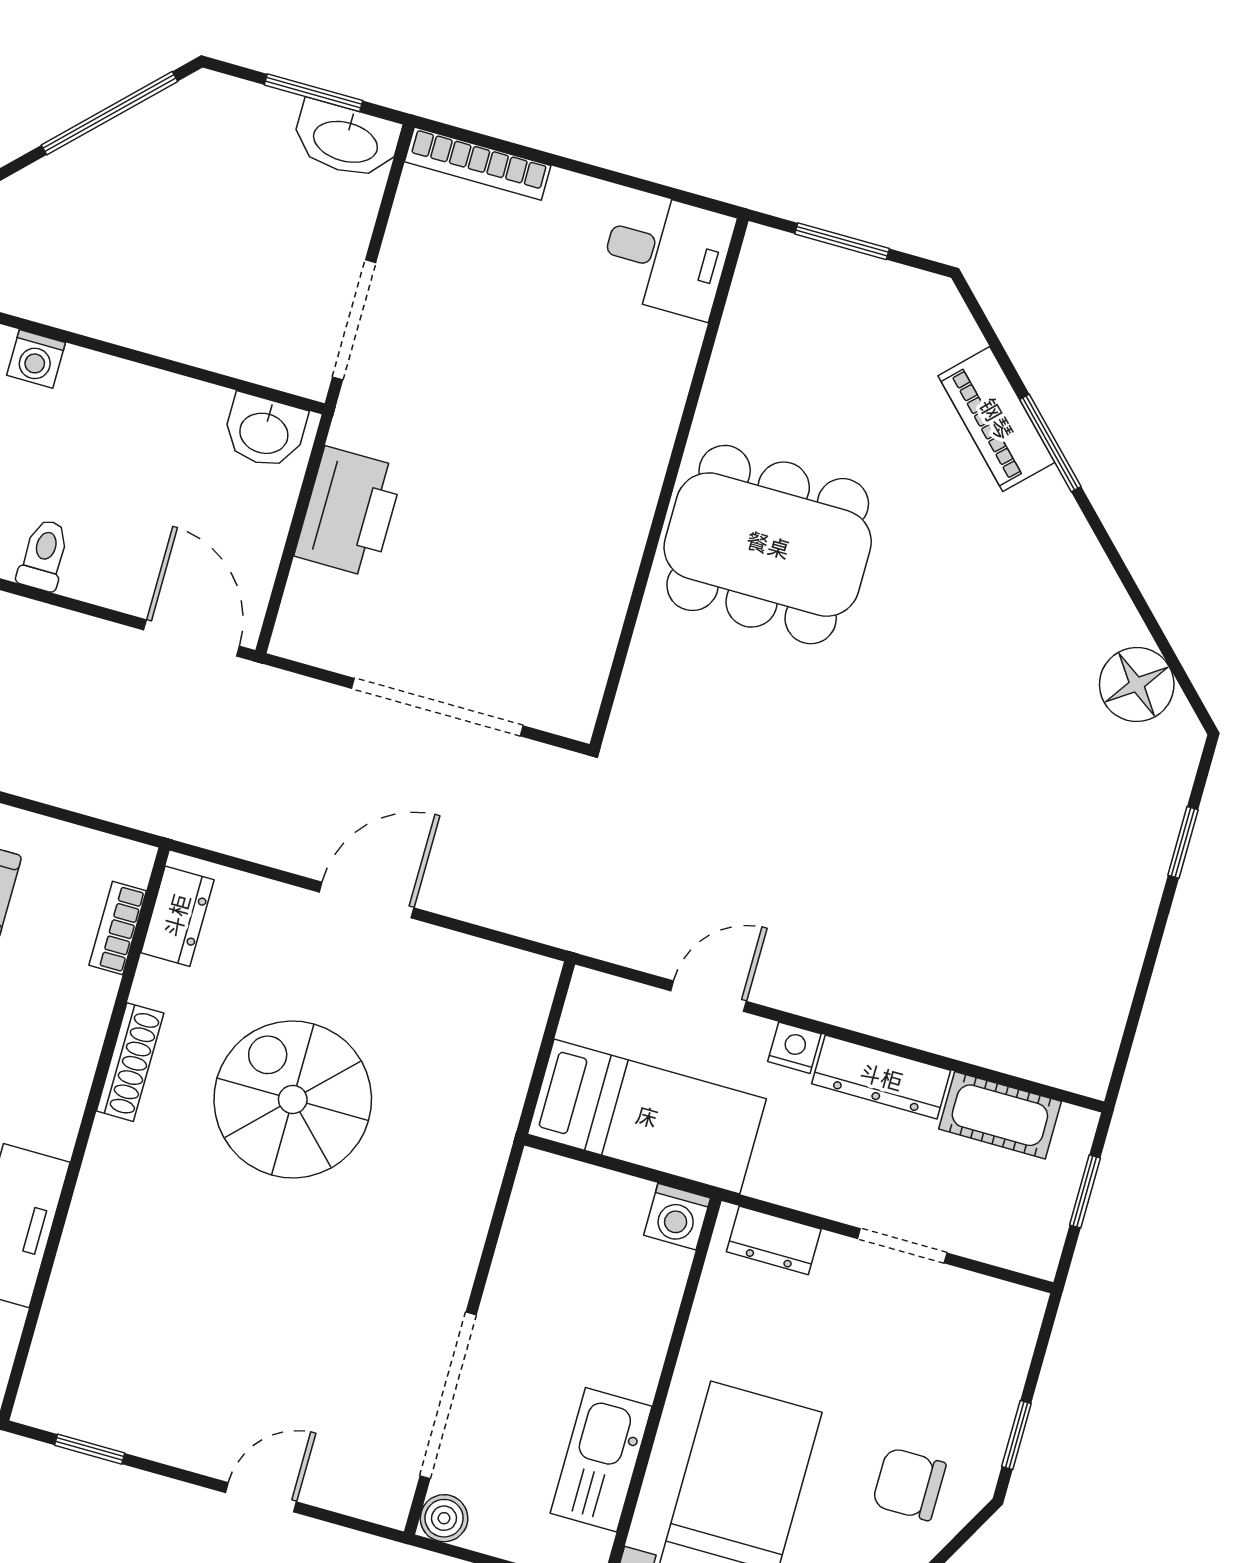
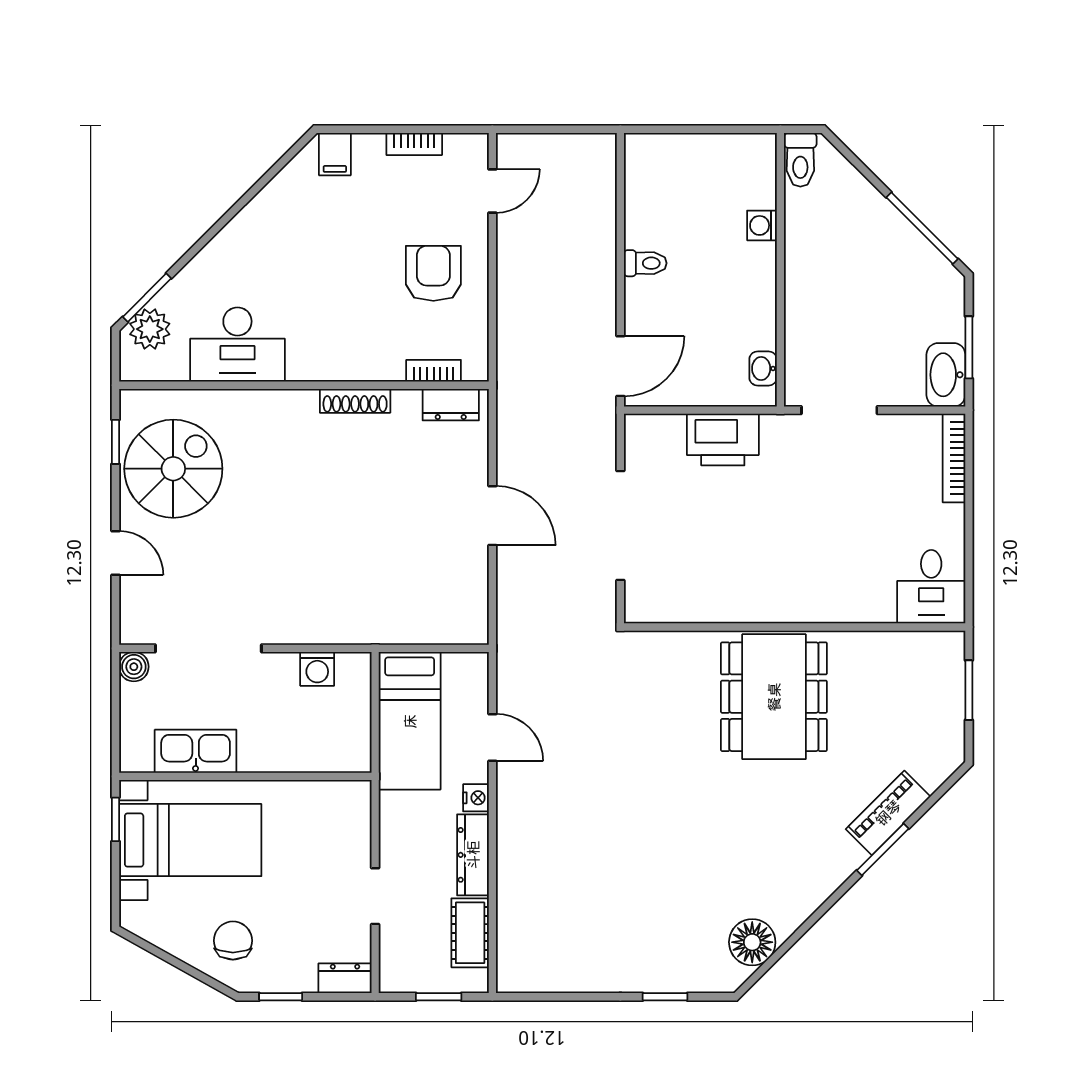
washbasin: (264, 431) -> (763, 368), width x0.72, depth x0.69
spiral stairs: (293, 1099) -> (173, 469), moved
washing machine: (677, 1217) -> (317, 669), moved, turned -90
dresser: (774, 1240) -> (345, 978), moved, turned 90

